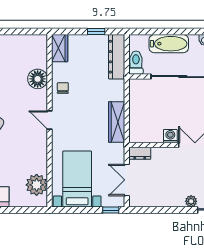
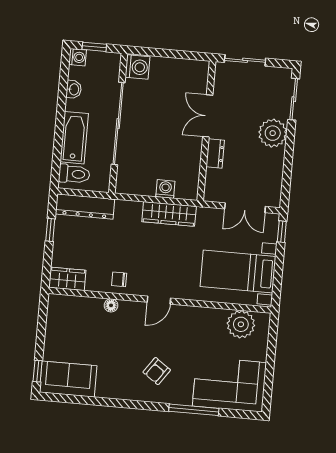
toilet: (136, 63) -> (74, 174), moved, turned 180
floor lamp: (38, 79) -> (111, 305), width x0.53, depth x0.53
washing machine: (170, 136) -> (165, 189), moved, turned 90
dresser: (140, 153) -> (215, 153), moved
plant: (191, 201) -> (273, 133), width x1.87, depth x1.87

